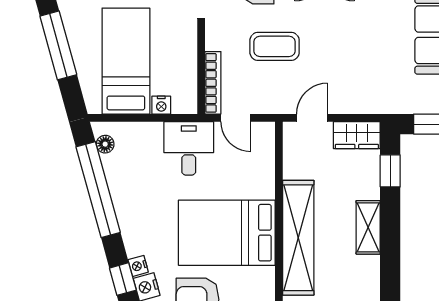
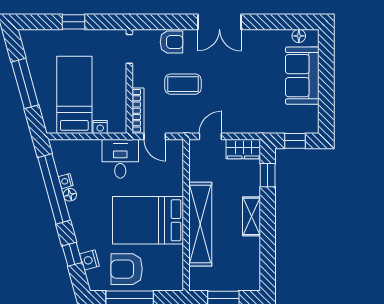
floor lamp: (105, 144) -> (70, 195), moved
nightstand: (138, 266) -> (66, 181), moved

